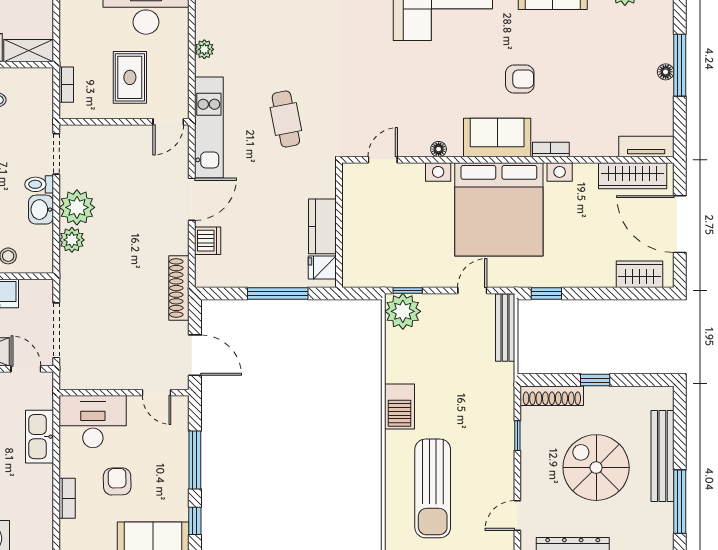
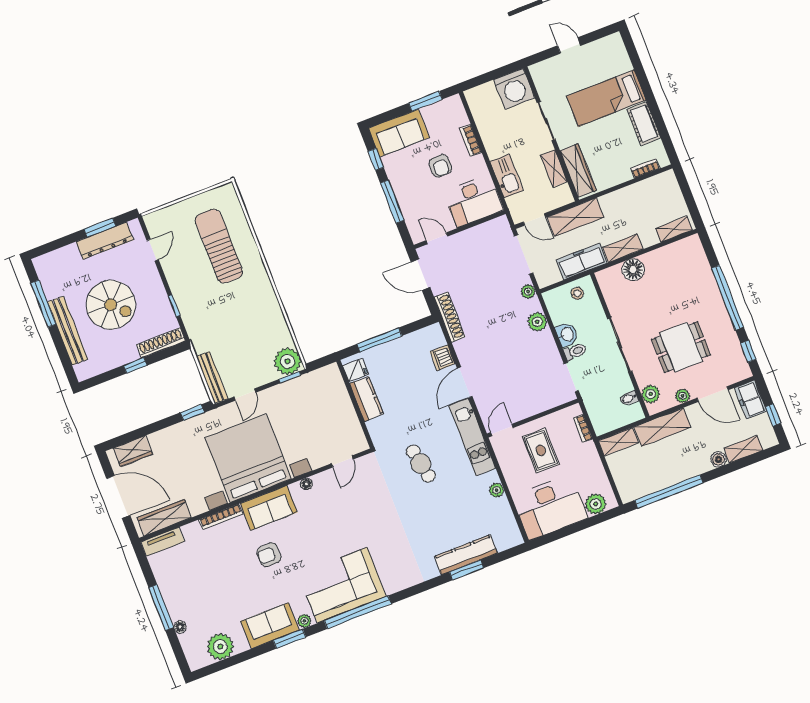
floor lamp: (666, 72) -> (180, 627), moved
bookcase: (551, 150) -> (221, 517), width x1.56
plant: (77, 207) -> (528, 292), moved, width x0.53, depth x0.53
barbecue: (400, 407) -> (264, 294), removed

